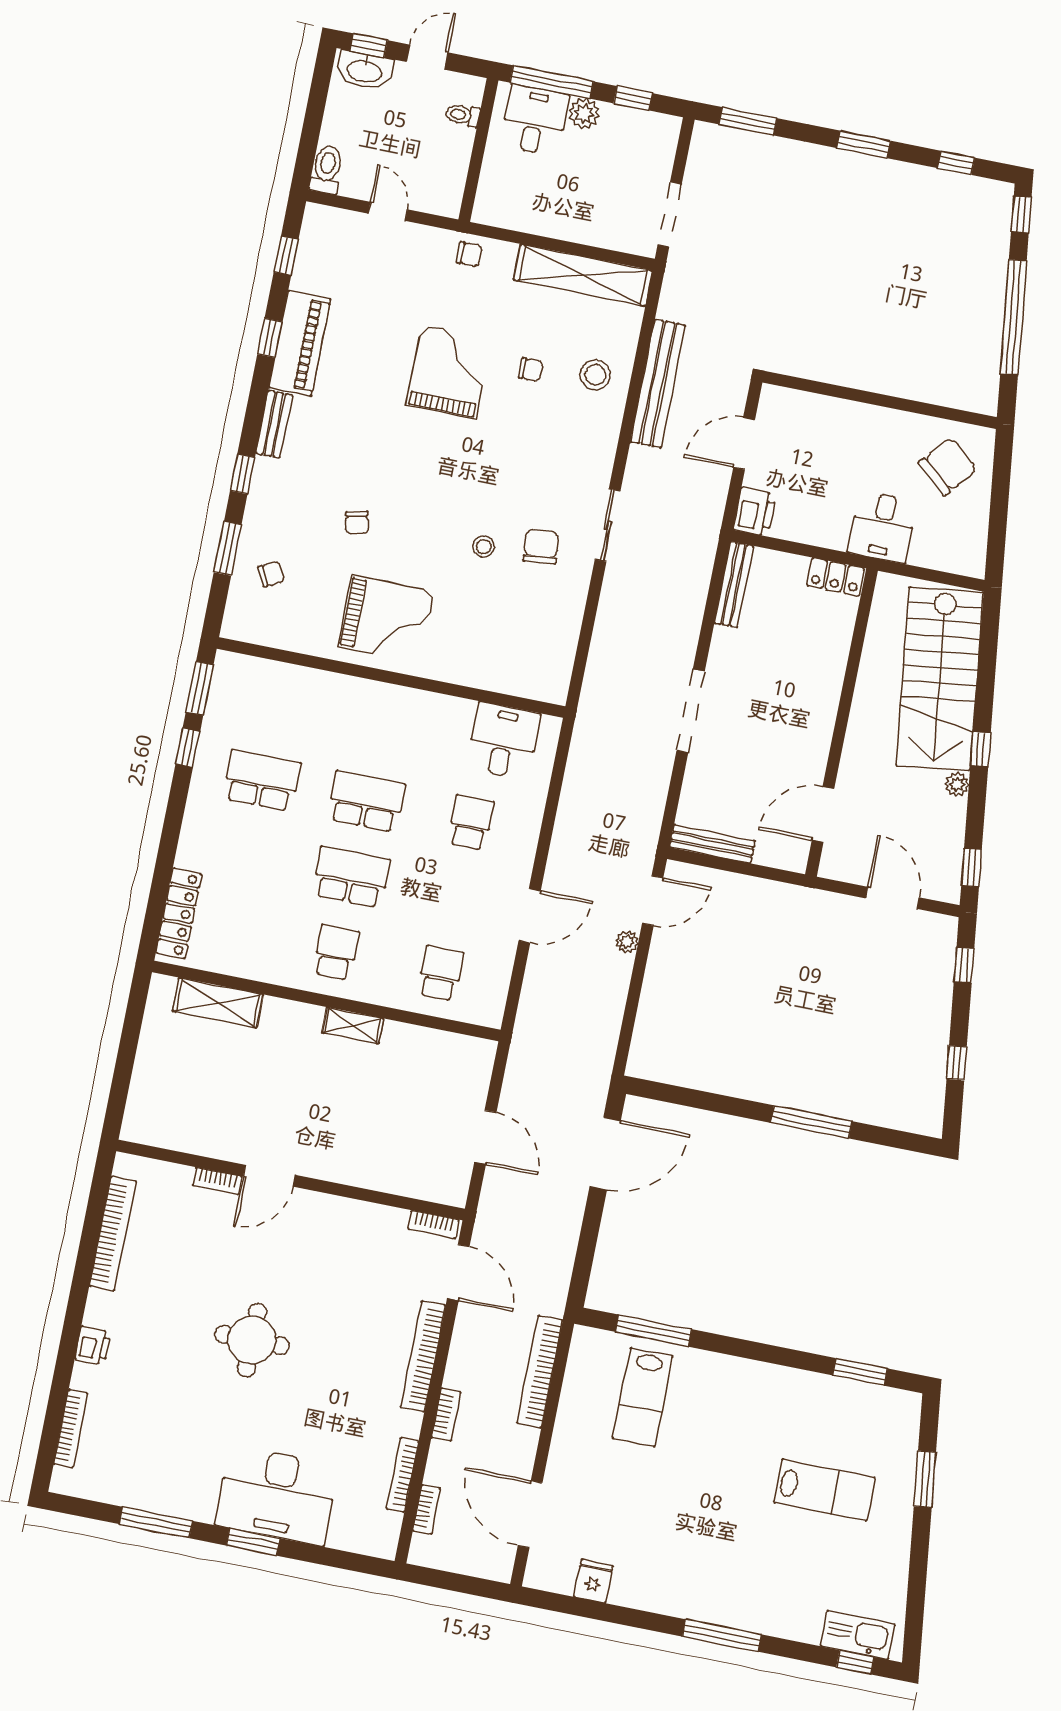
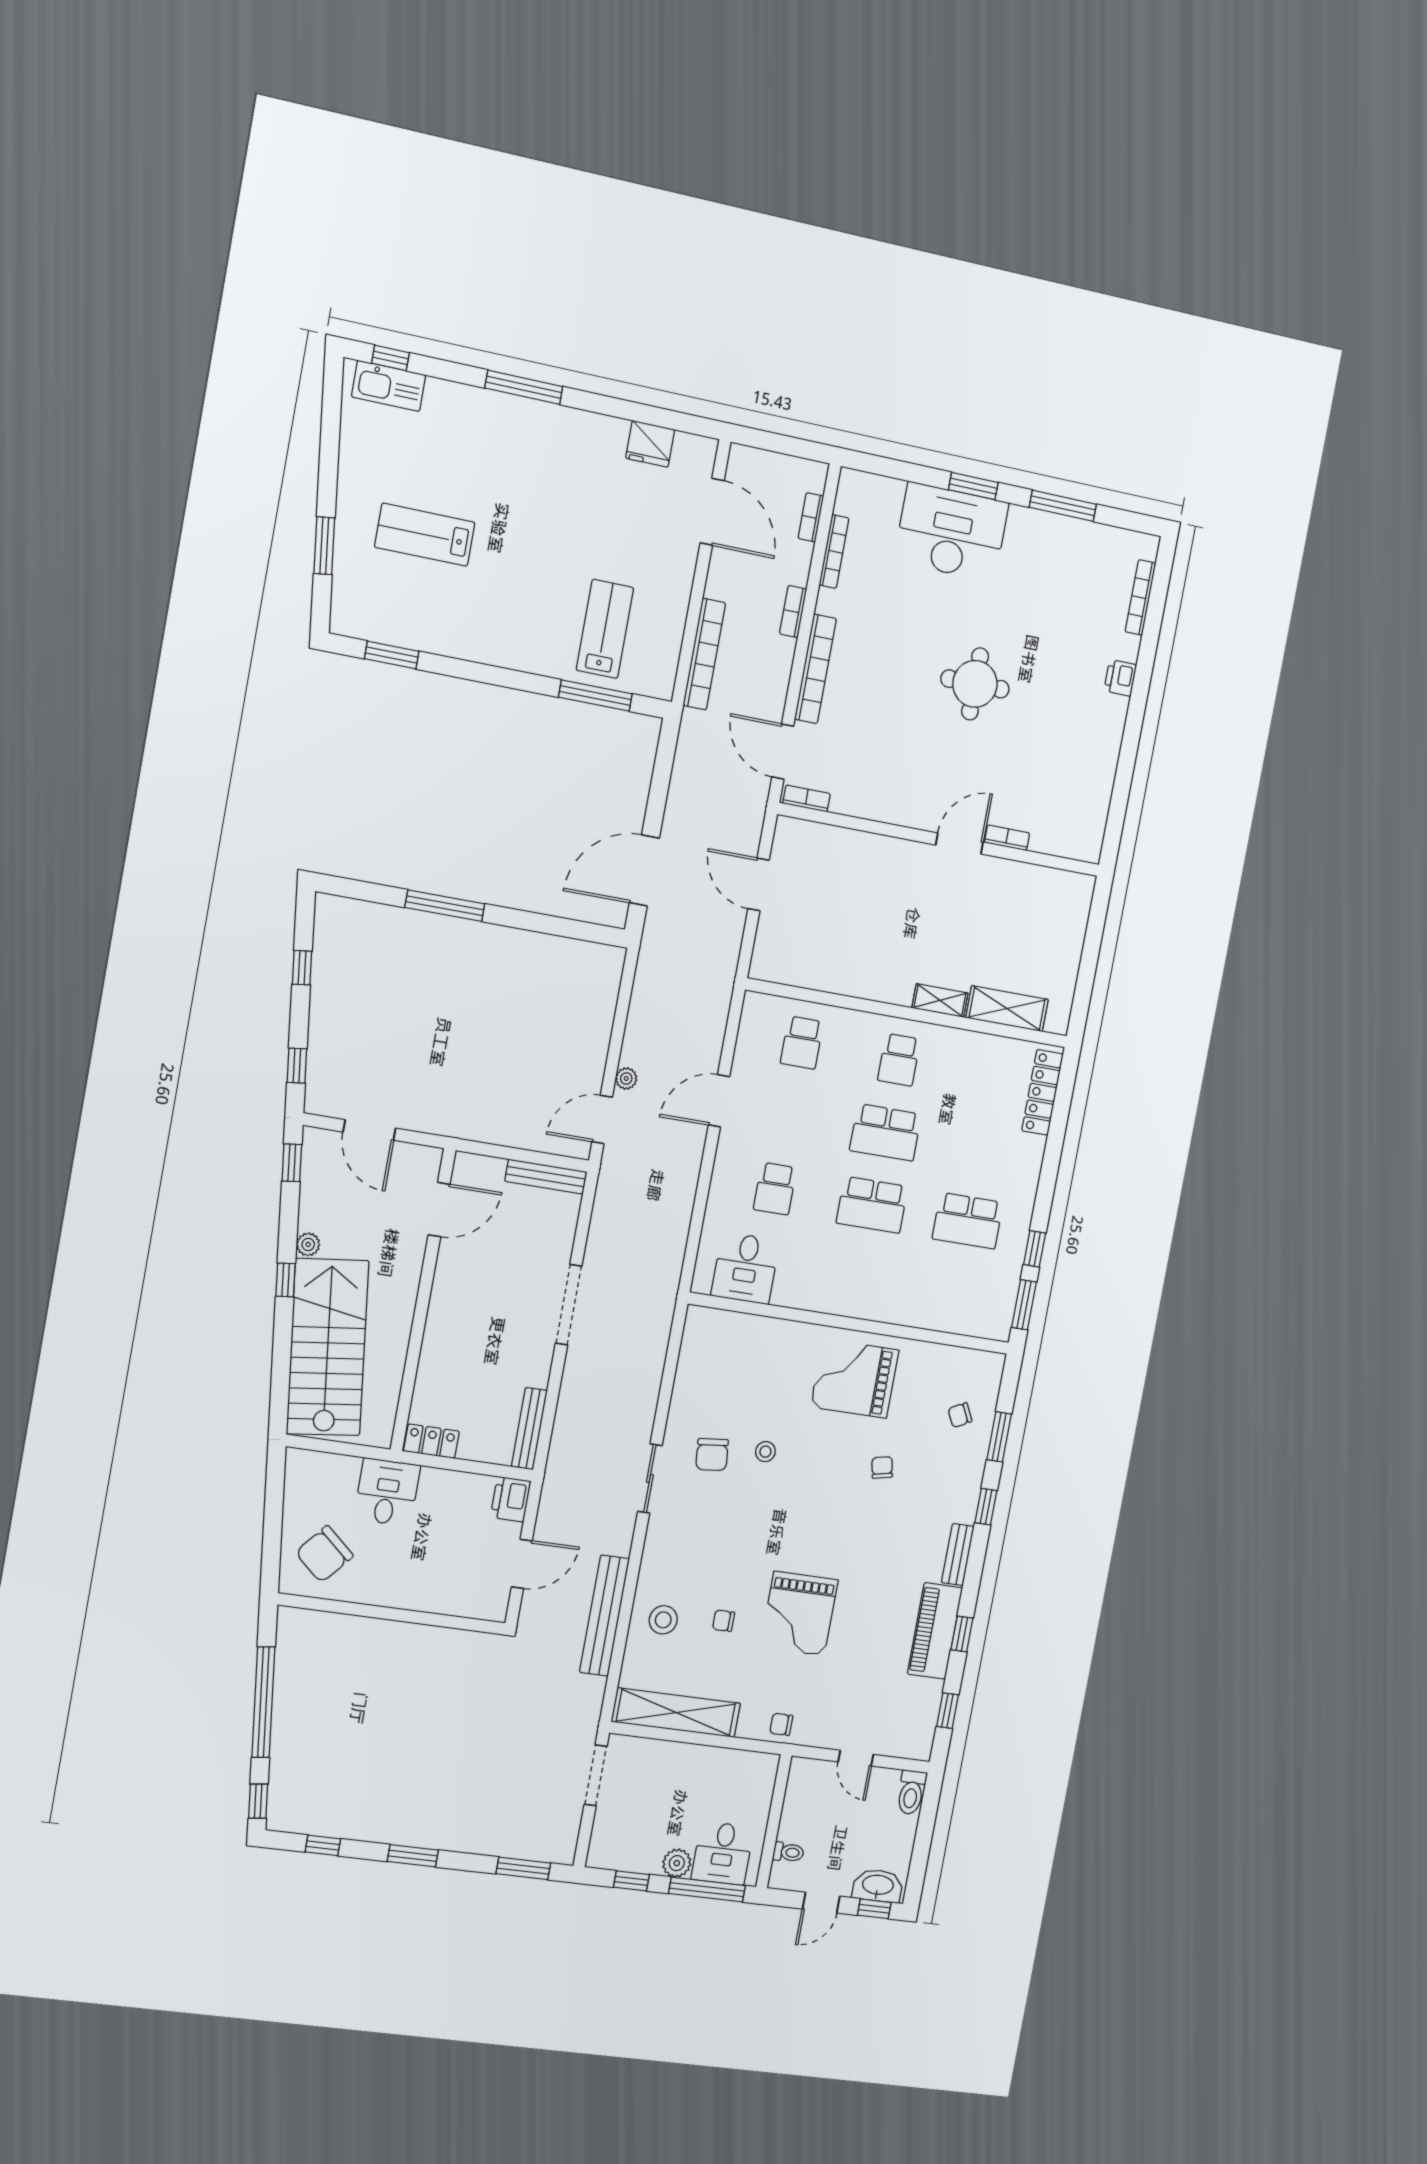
shelving: (353, 1025) -> (940, 1000), moved
bookcase: (113, 1233) -> (1102, 786), removed
fridge: (593, 1581) -> (650, 444), width x1.38

